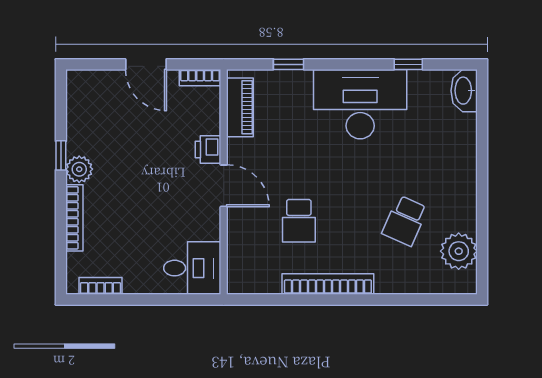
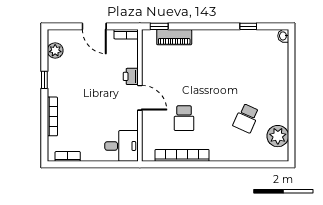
window: (289, 64) -> (159, 26), moved
washbasin: (464, 91) -> (283, 36), width x0.52, depth x0.69
desk: (360, 104) -> (220, 50), removed
piano: (240, 107) -> (174, 37), moved, turned 90
plant: (79, 169) -> (55, 50), moved
bookcase: (328, 284) -> (182, 155), moved

